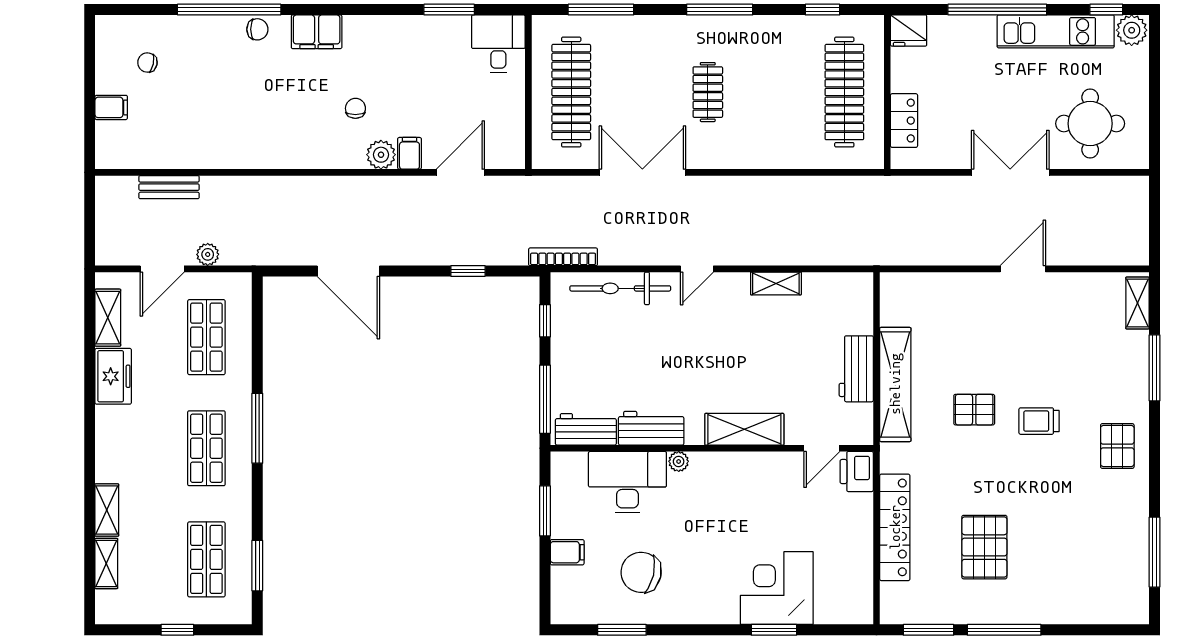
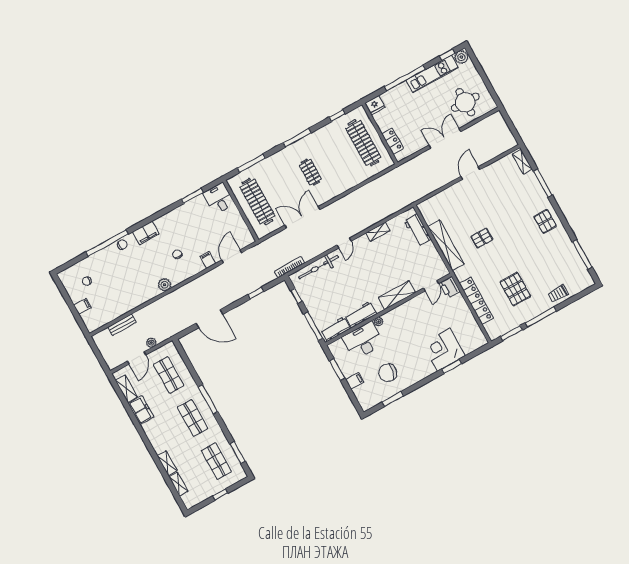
plant: (381, 155) -> (165, 285), moved
workbench: (856, 369) -> (418, 230), moved
trolley: (1039, 421) -> (558, 294), moved

